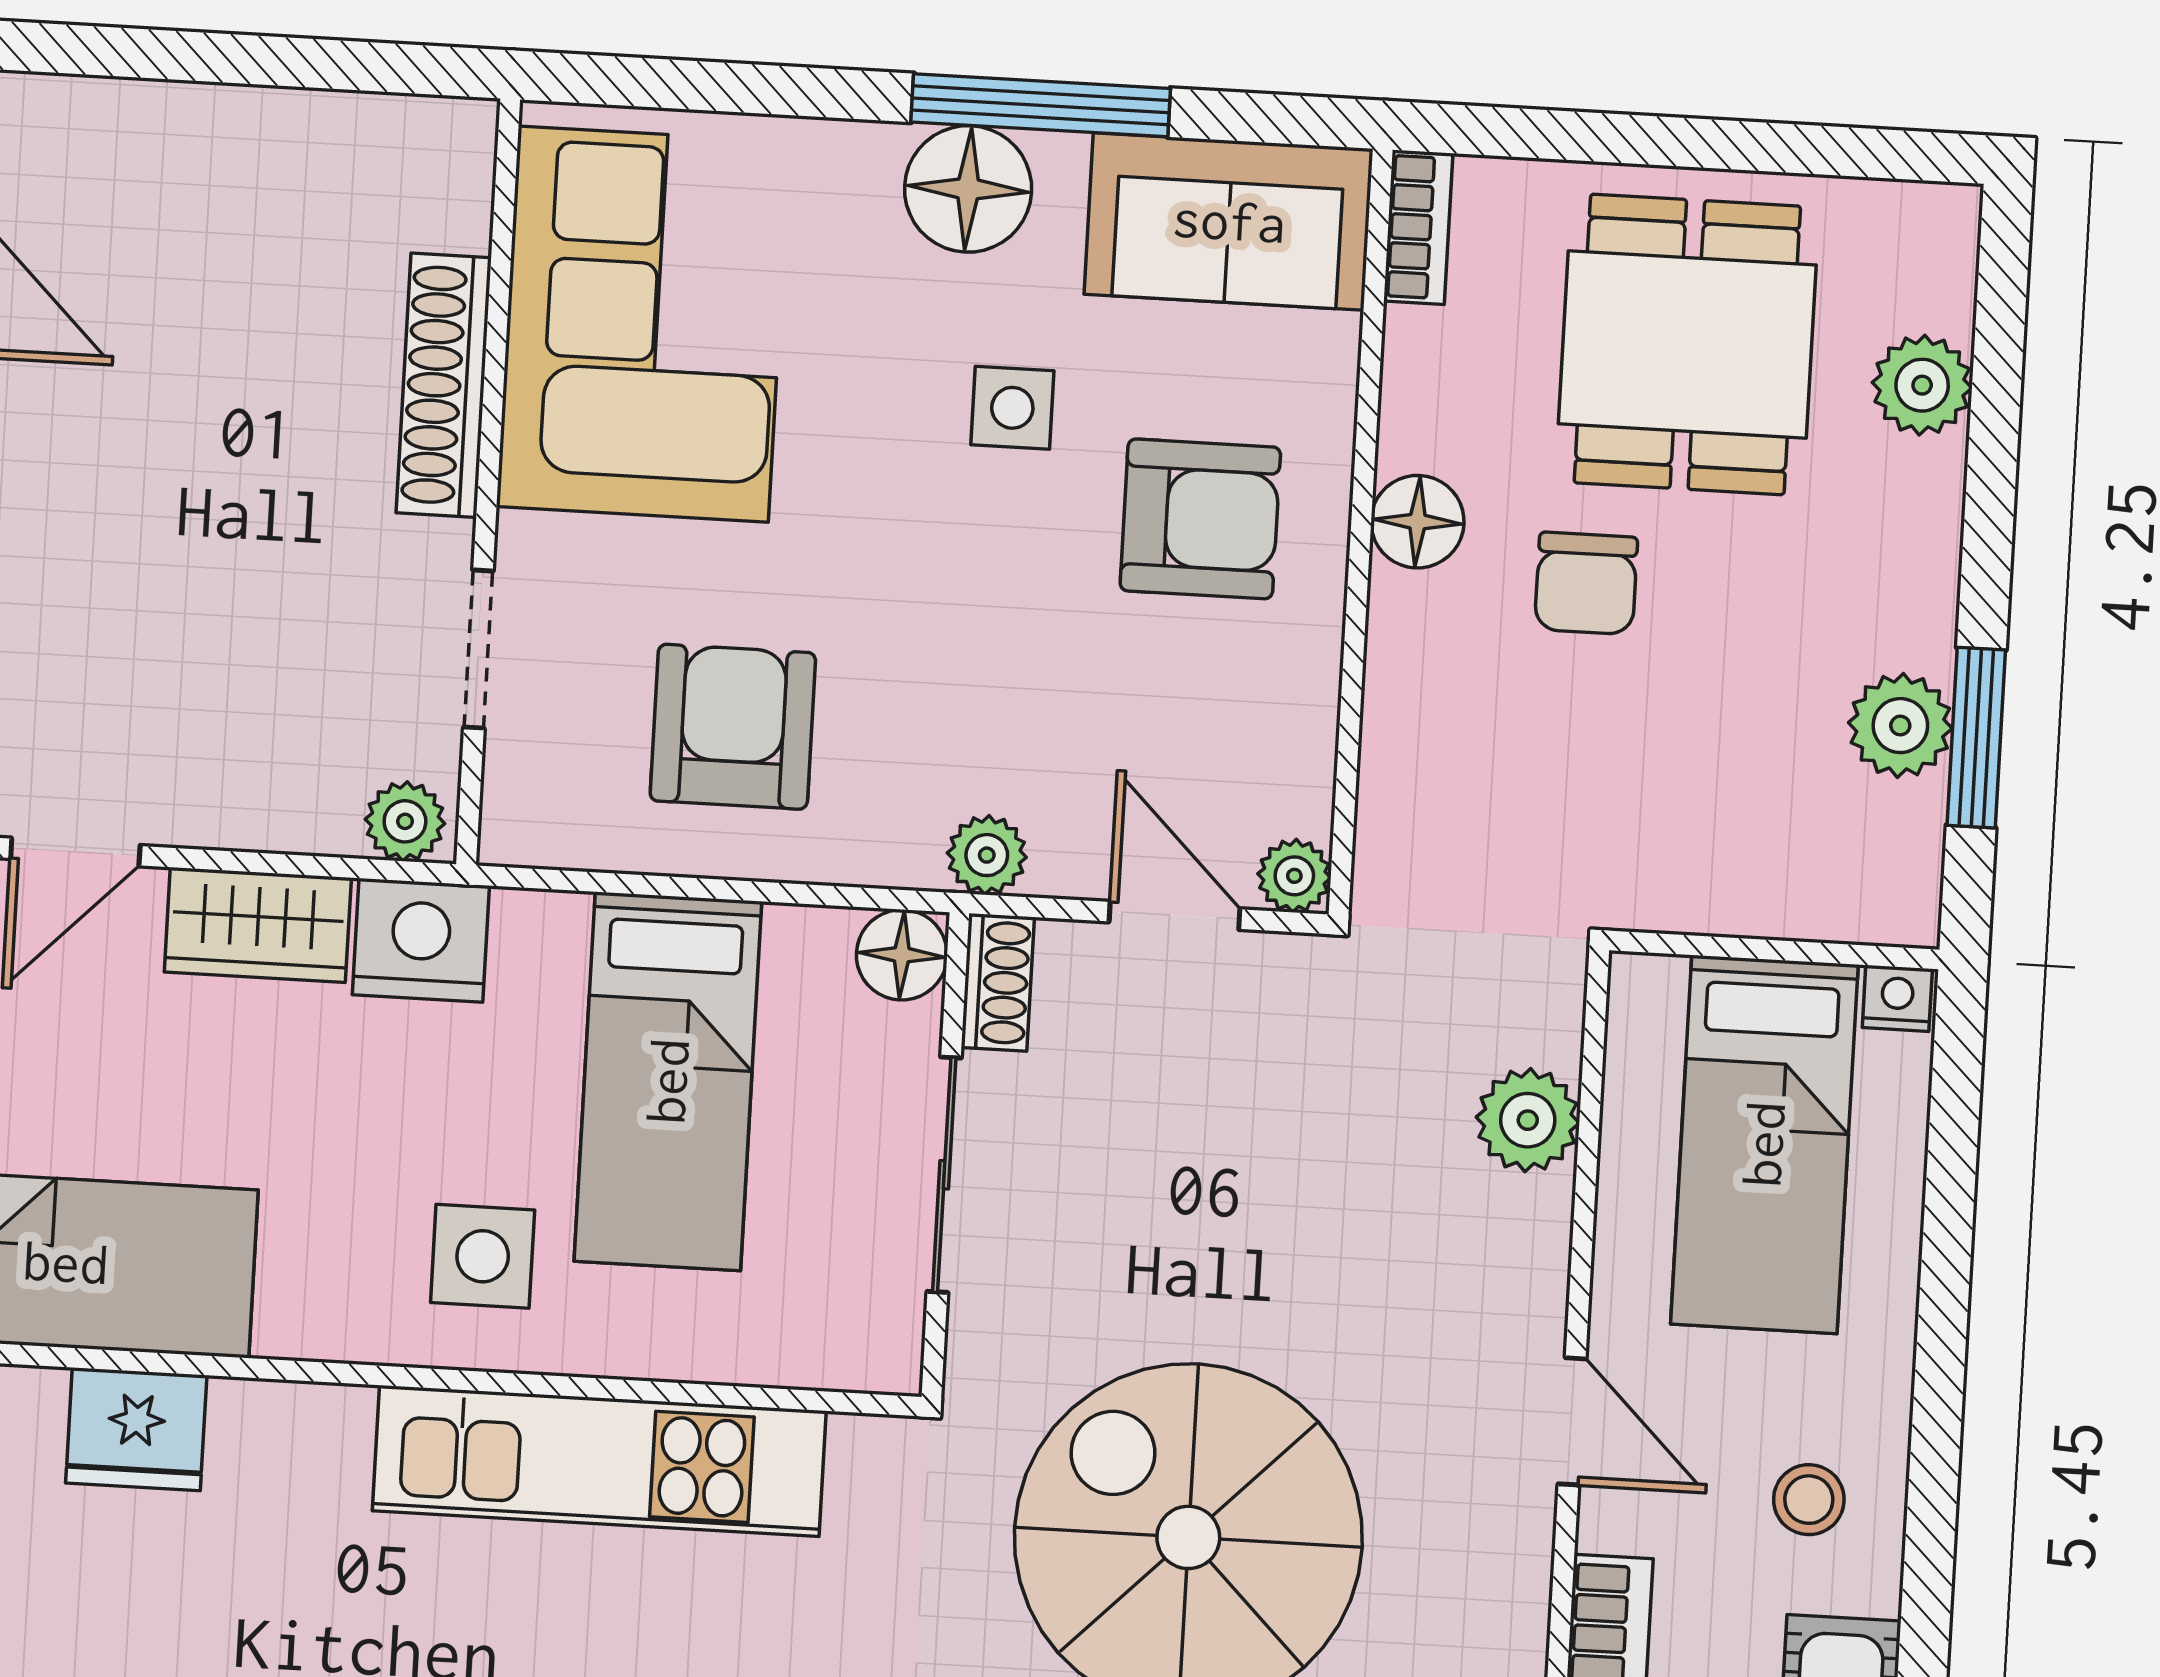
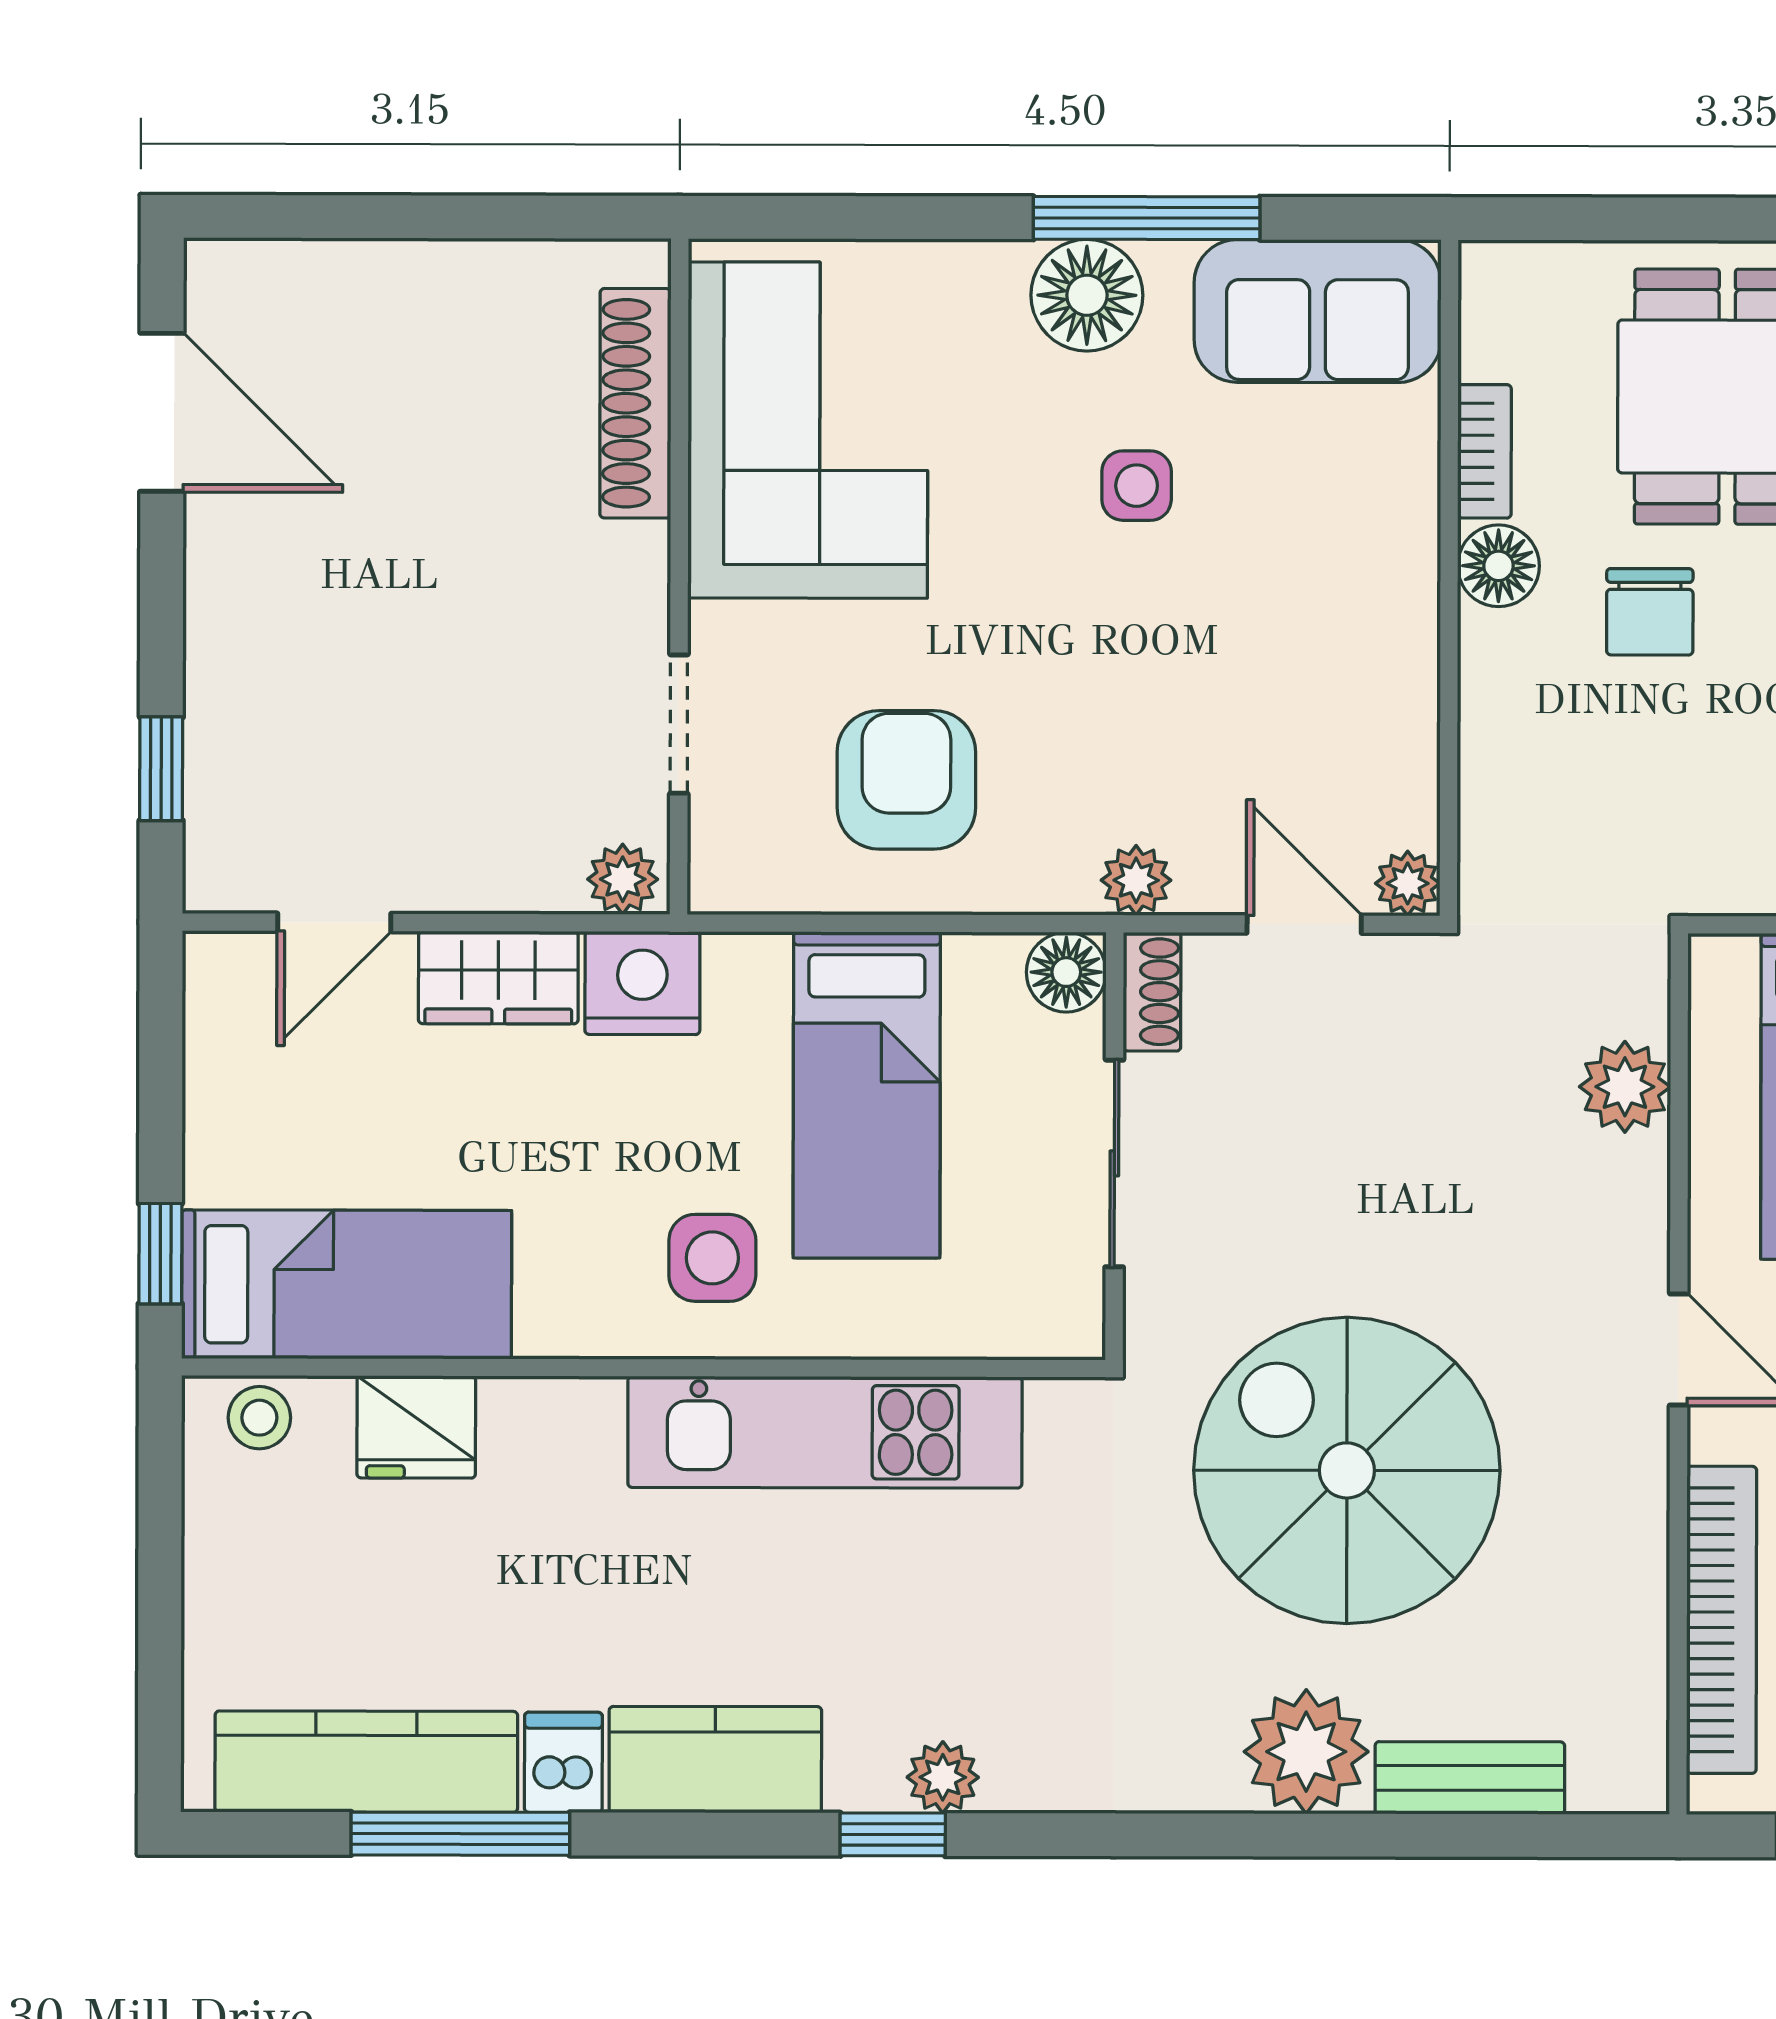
bookcase: (1418, 227) -> (1484, 451), moved
shoe rack: (444, 385) -> (635, 403), moved
armchair: (1200, 519) -> (1307, 574), removed

